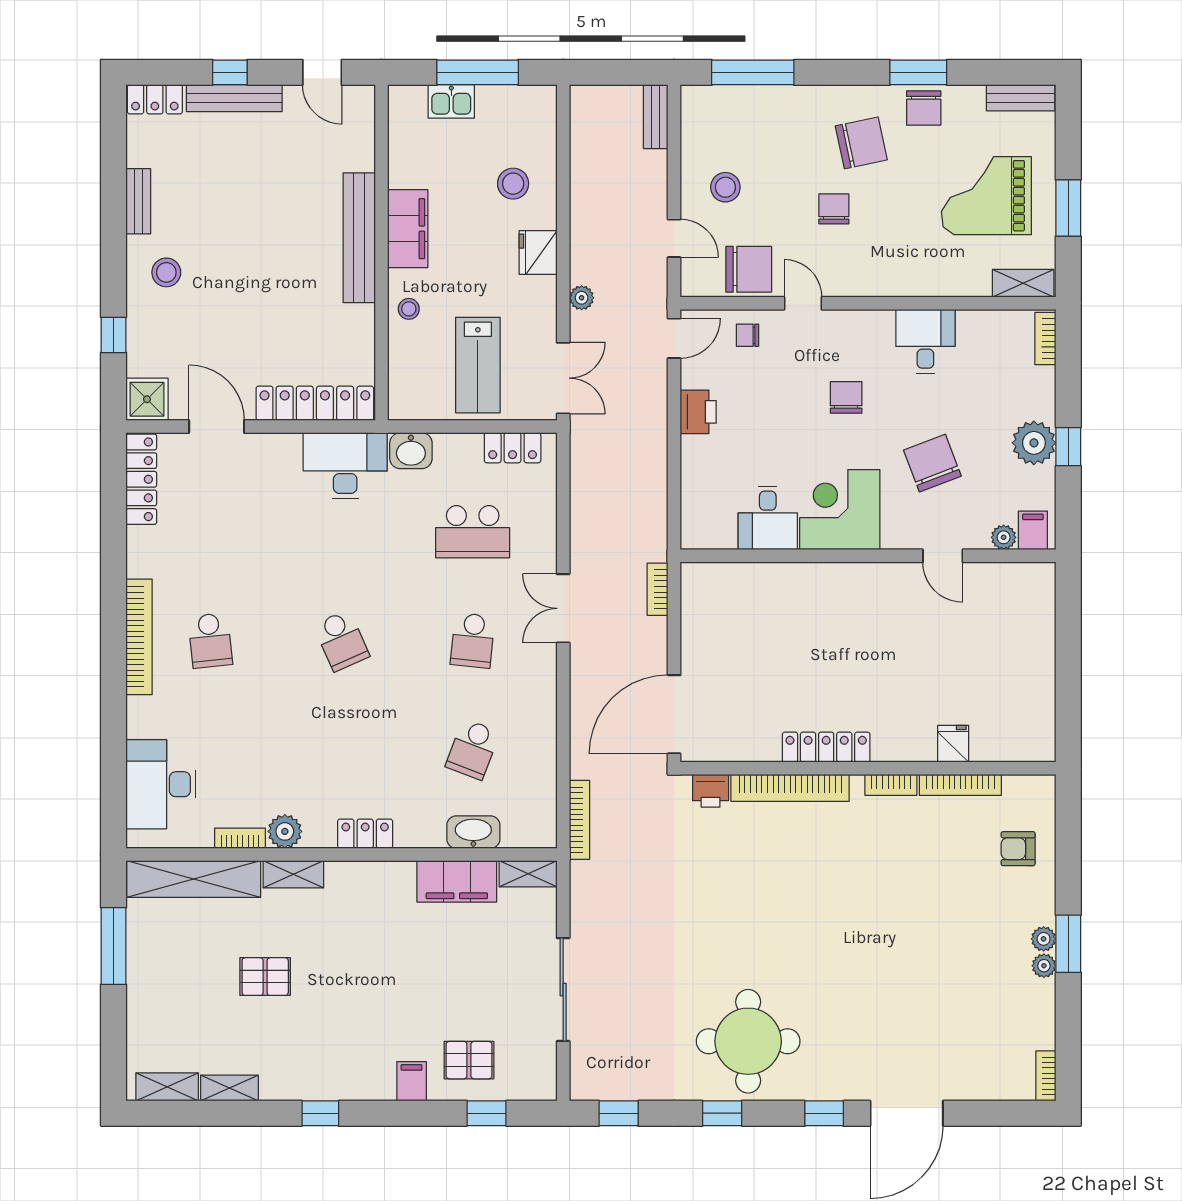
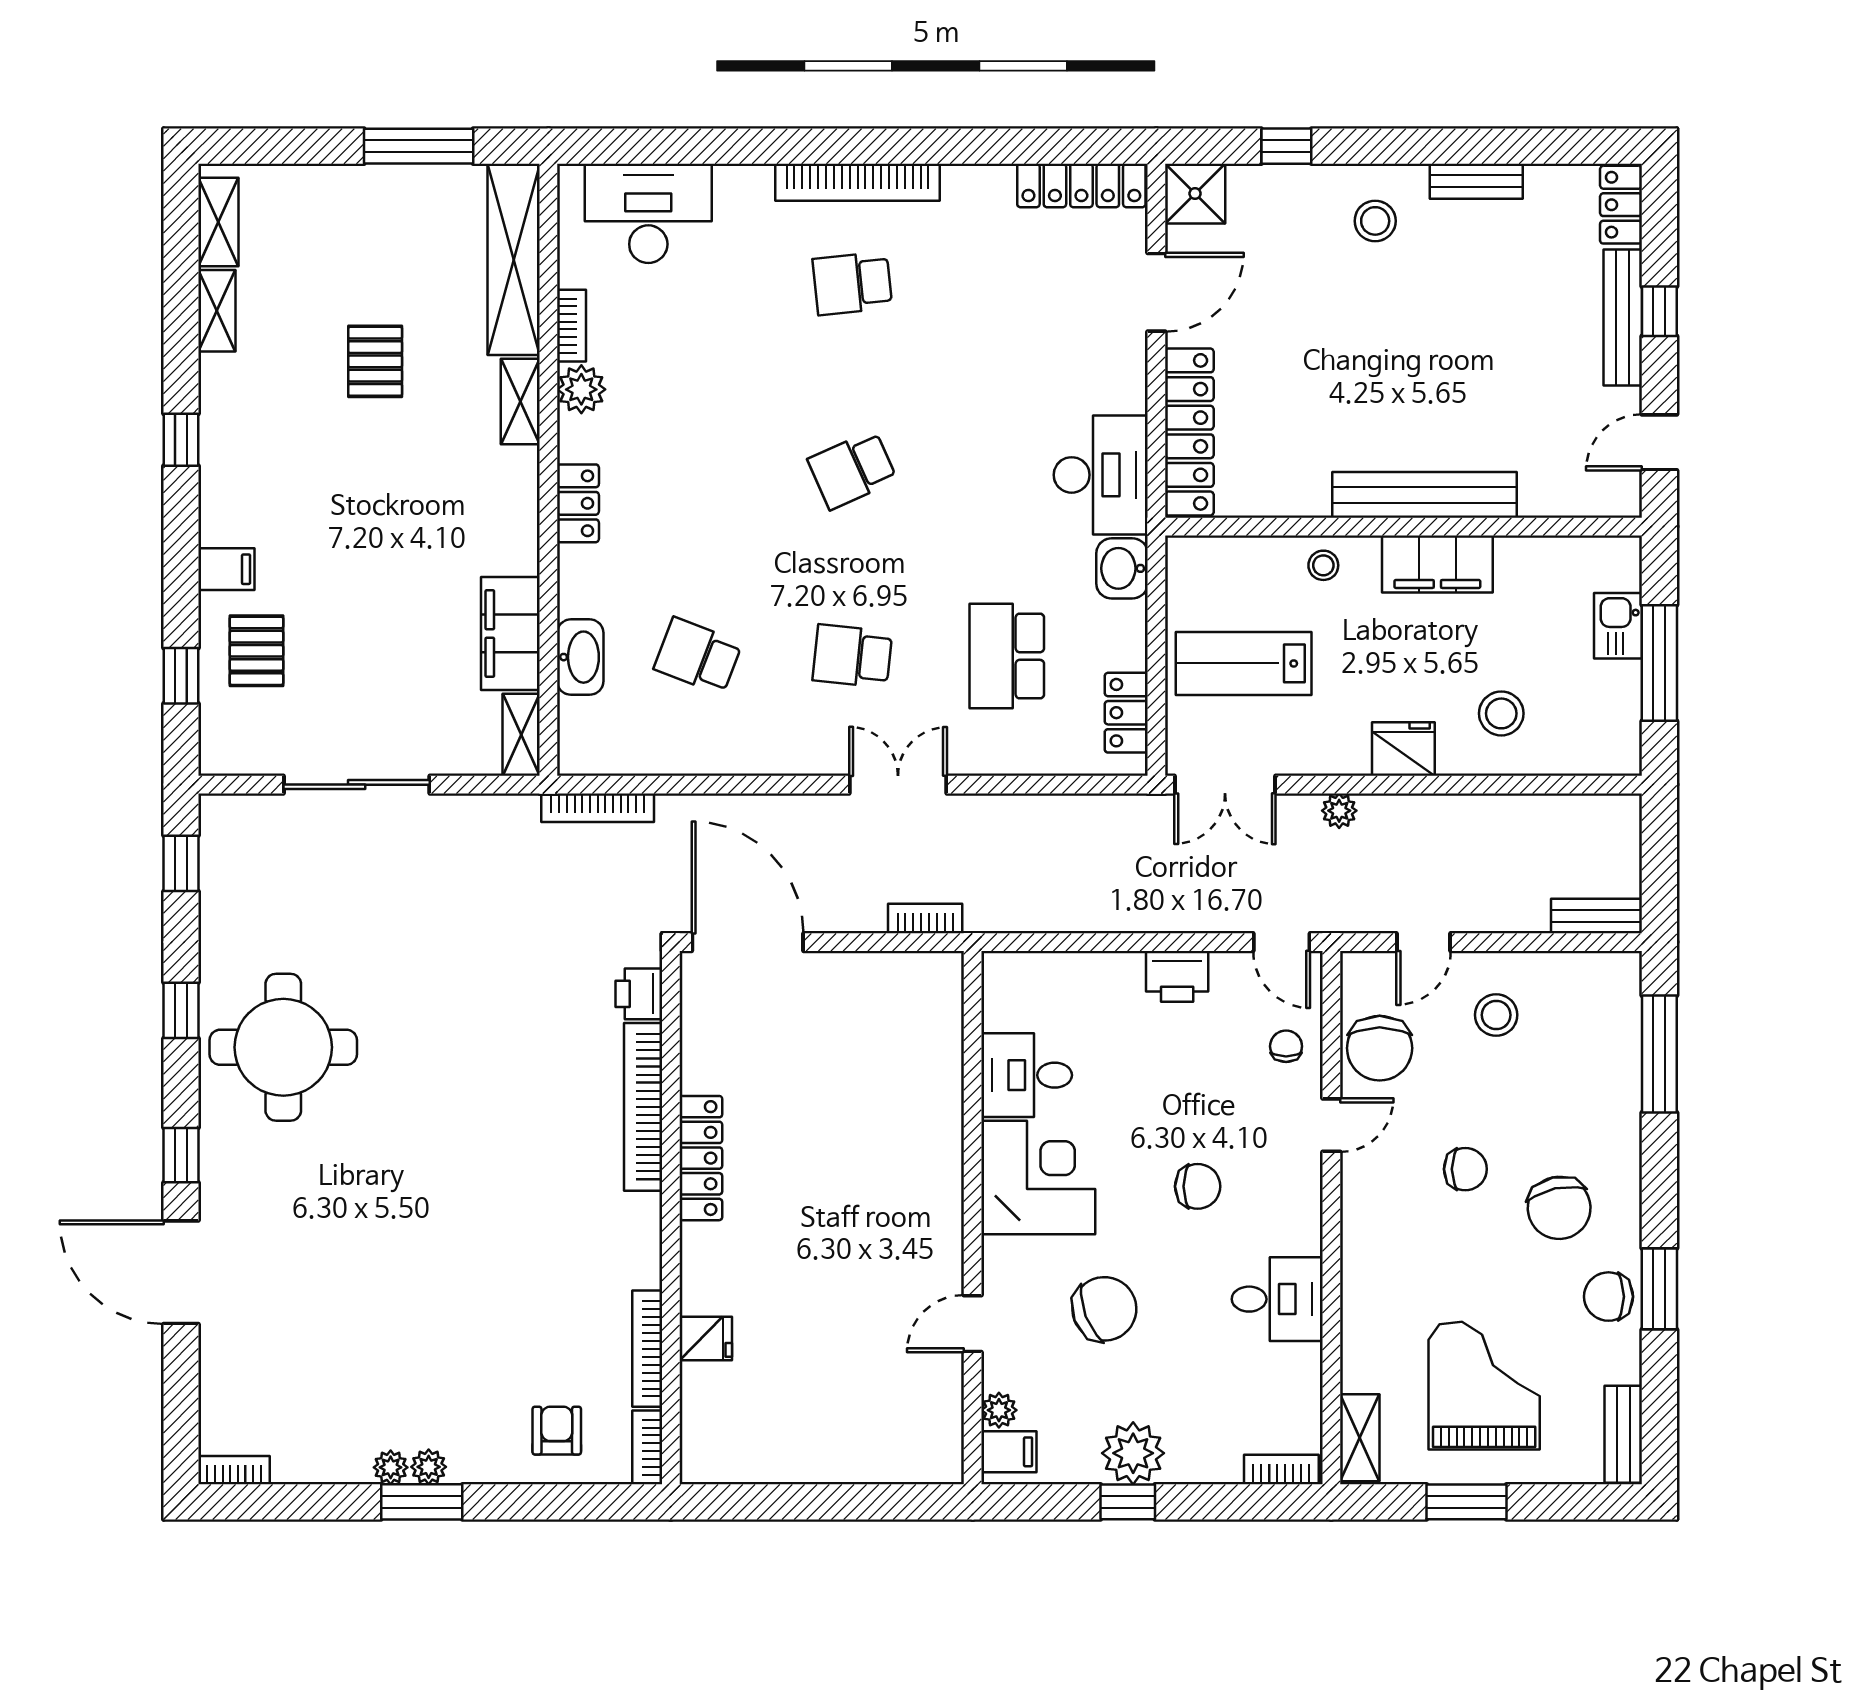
bookcase: (891, 785) -> (647, 1447), moved

